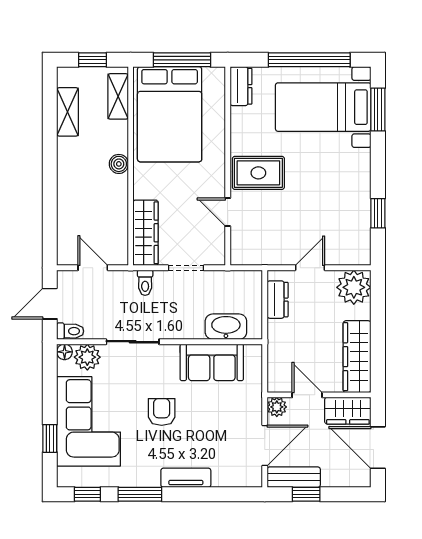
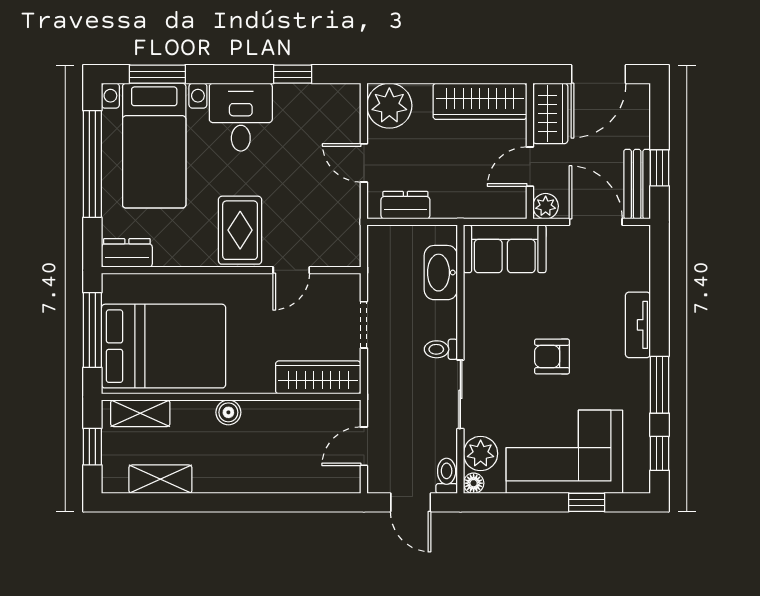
desk: (345, 173) -> (241, 117), added
toilet: (145, 283) -> (441, 349), moved, turned 180
sofa: (212, 362) -> (505, 249), moved, turned 90

